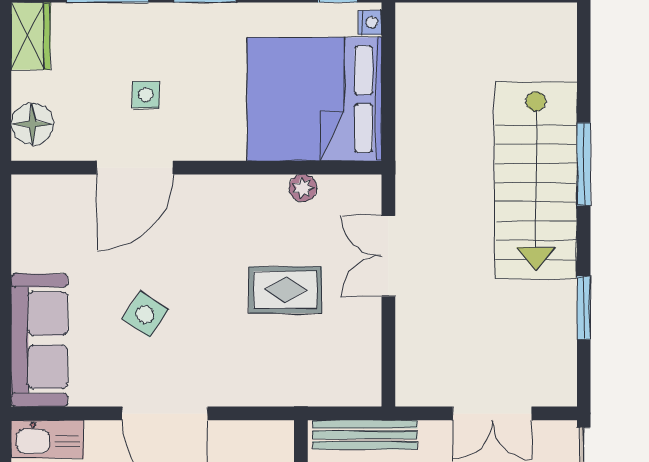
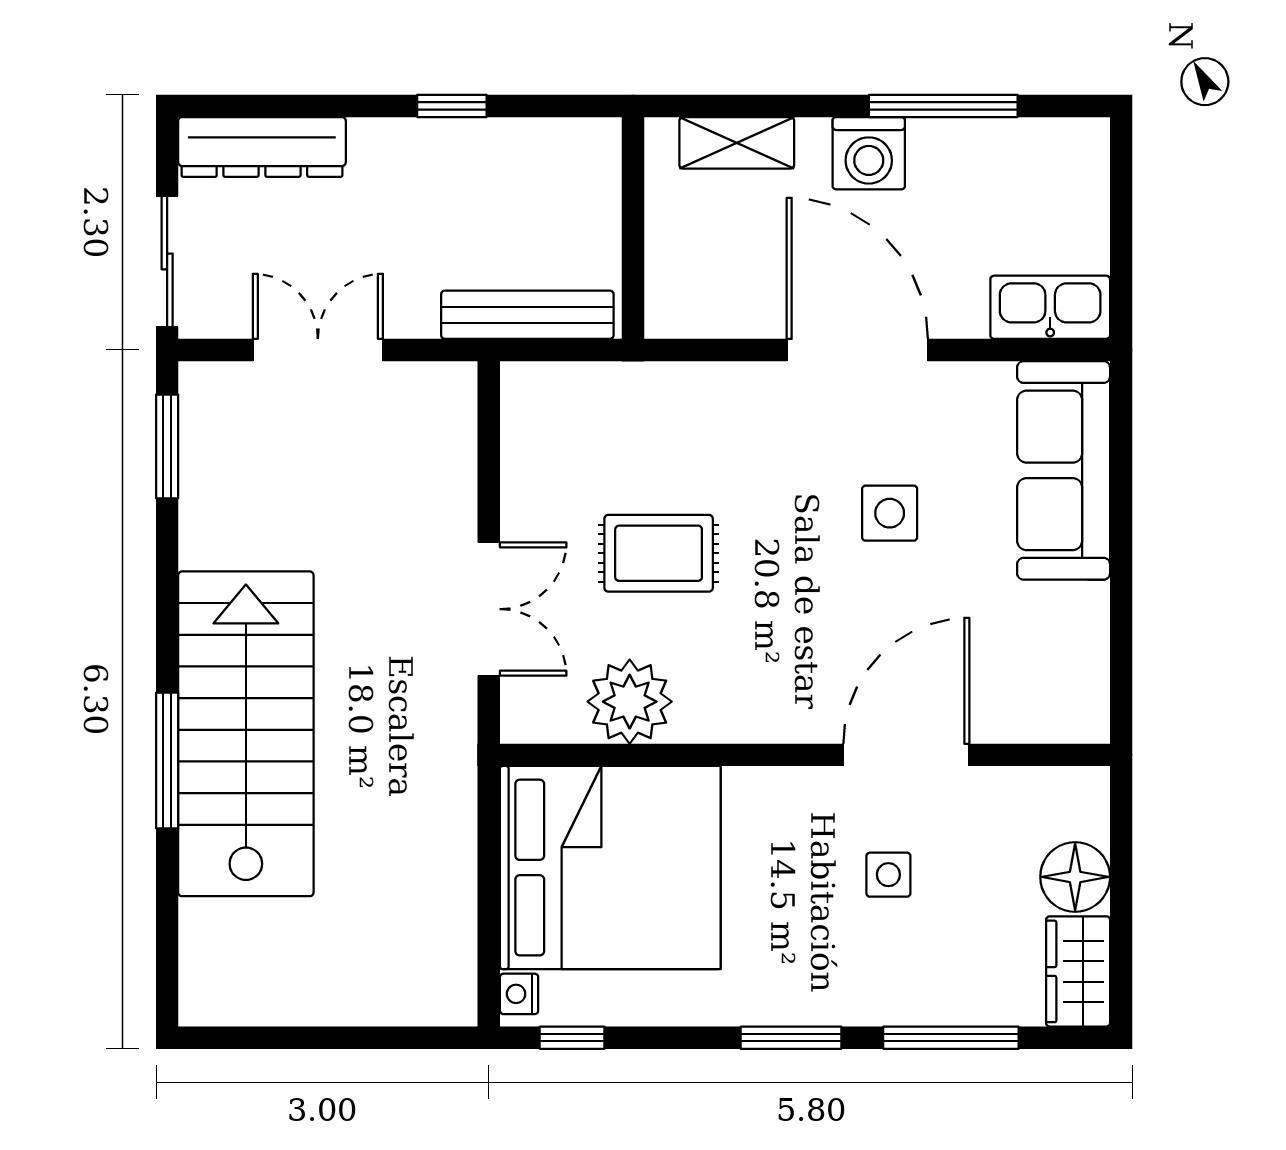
floor lamp: (32, 124) -> (1075, 877), moved
plant: (303, 188) -> (630, 702), width x1.88, depth x1.88
window: (584, 308) -> (167, 446), moved
side table: (145, 314) -> (890, 513), turned -34

